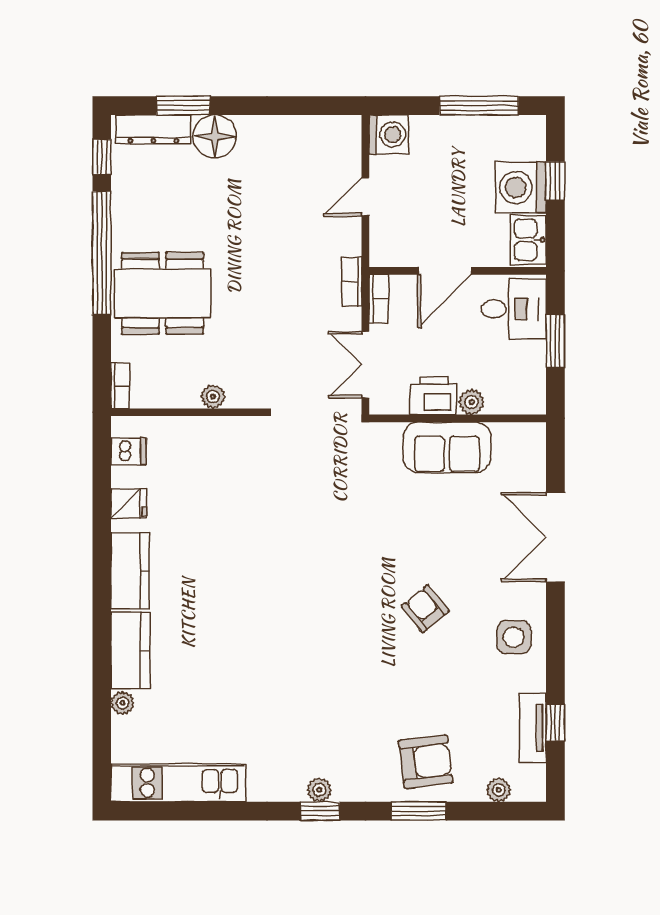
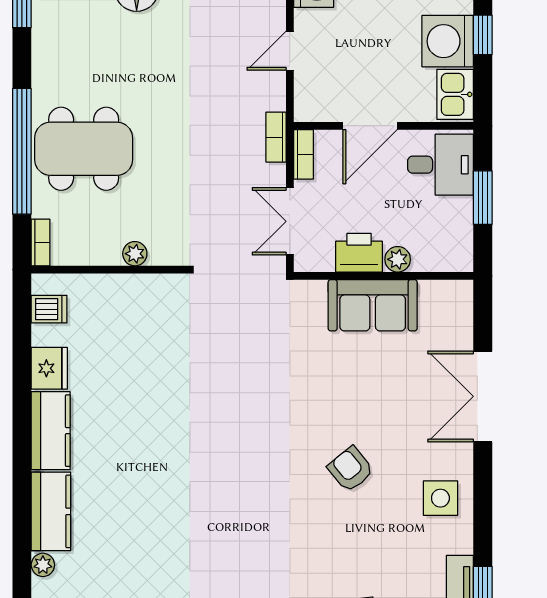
window: (102, 253) -> (22, 151), moved
fridge: (129, 504) -> (49, 368), width x1.38

